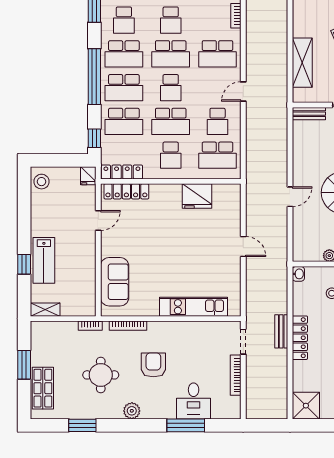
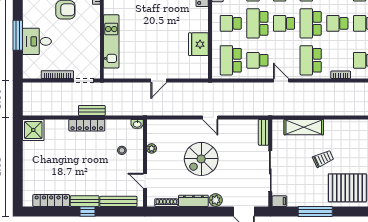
door: (290, 197) -> (210, 117), moved

